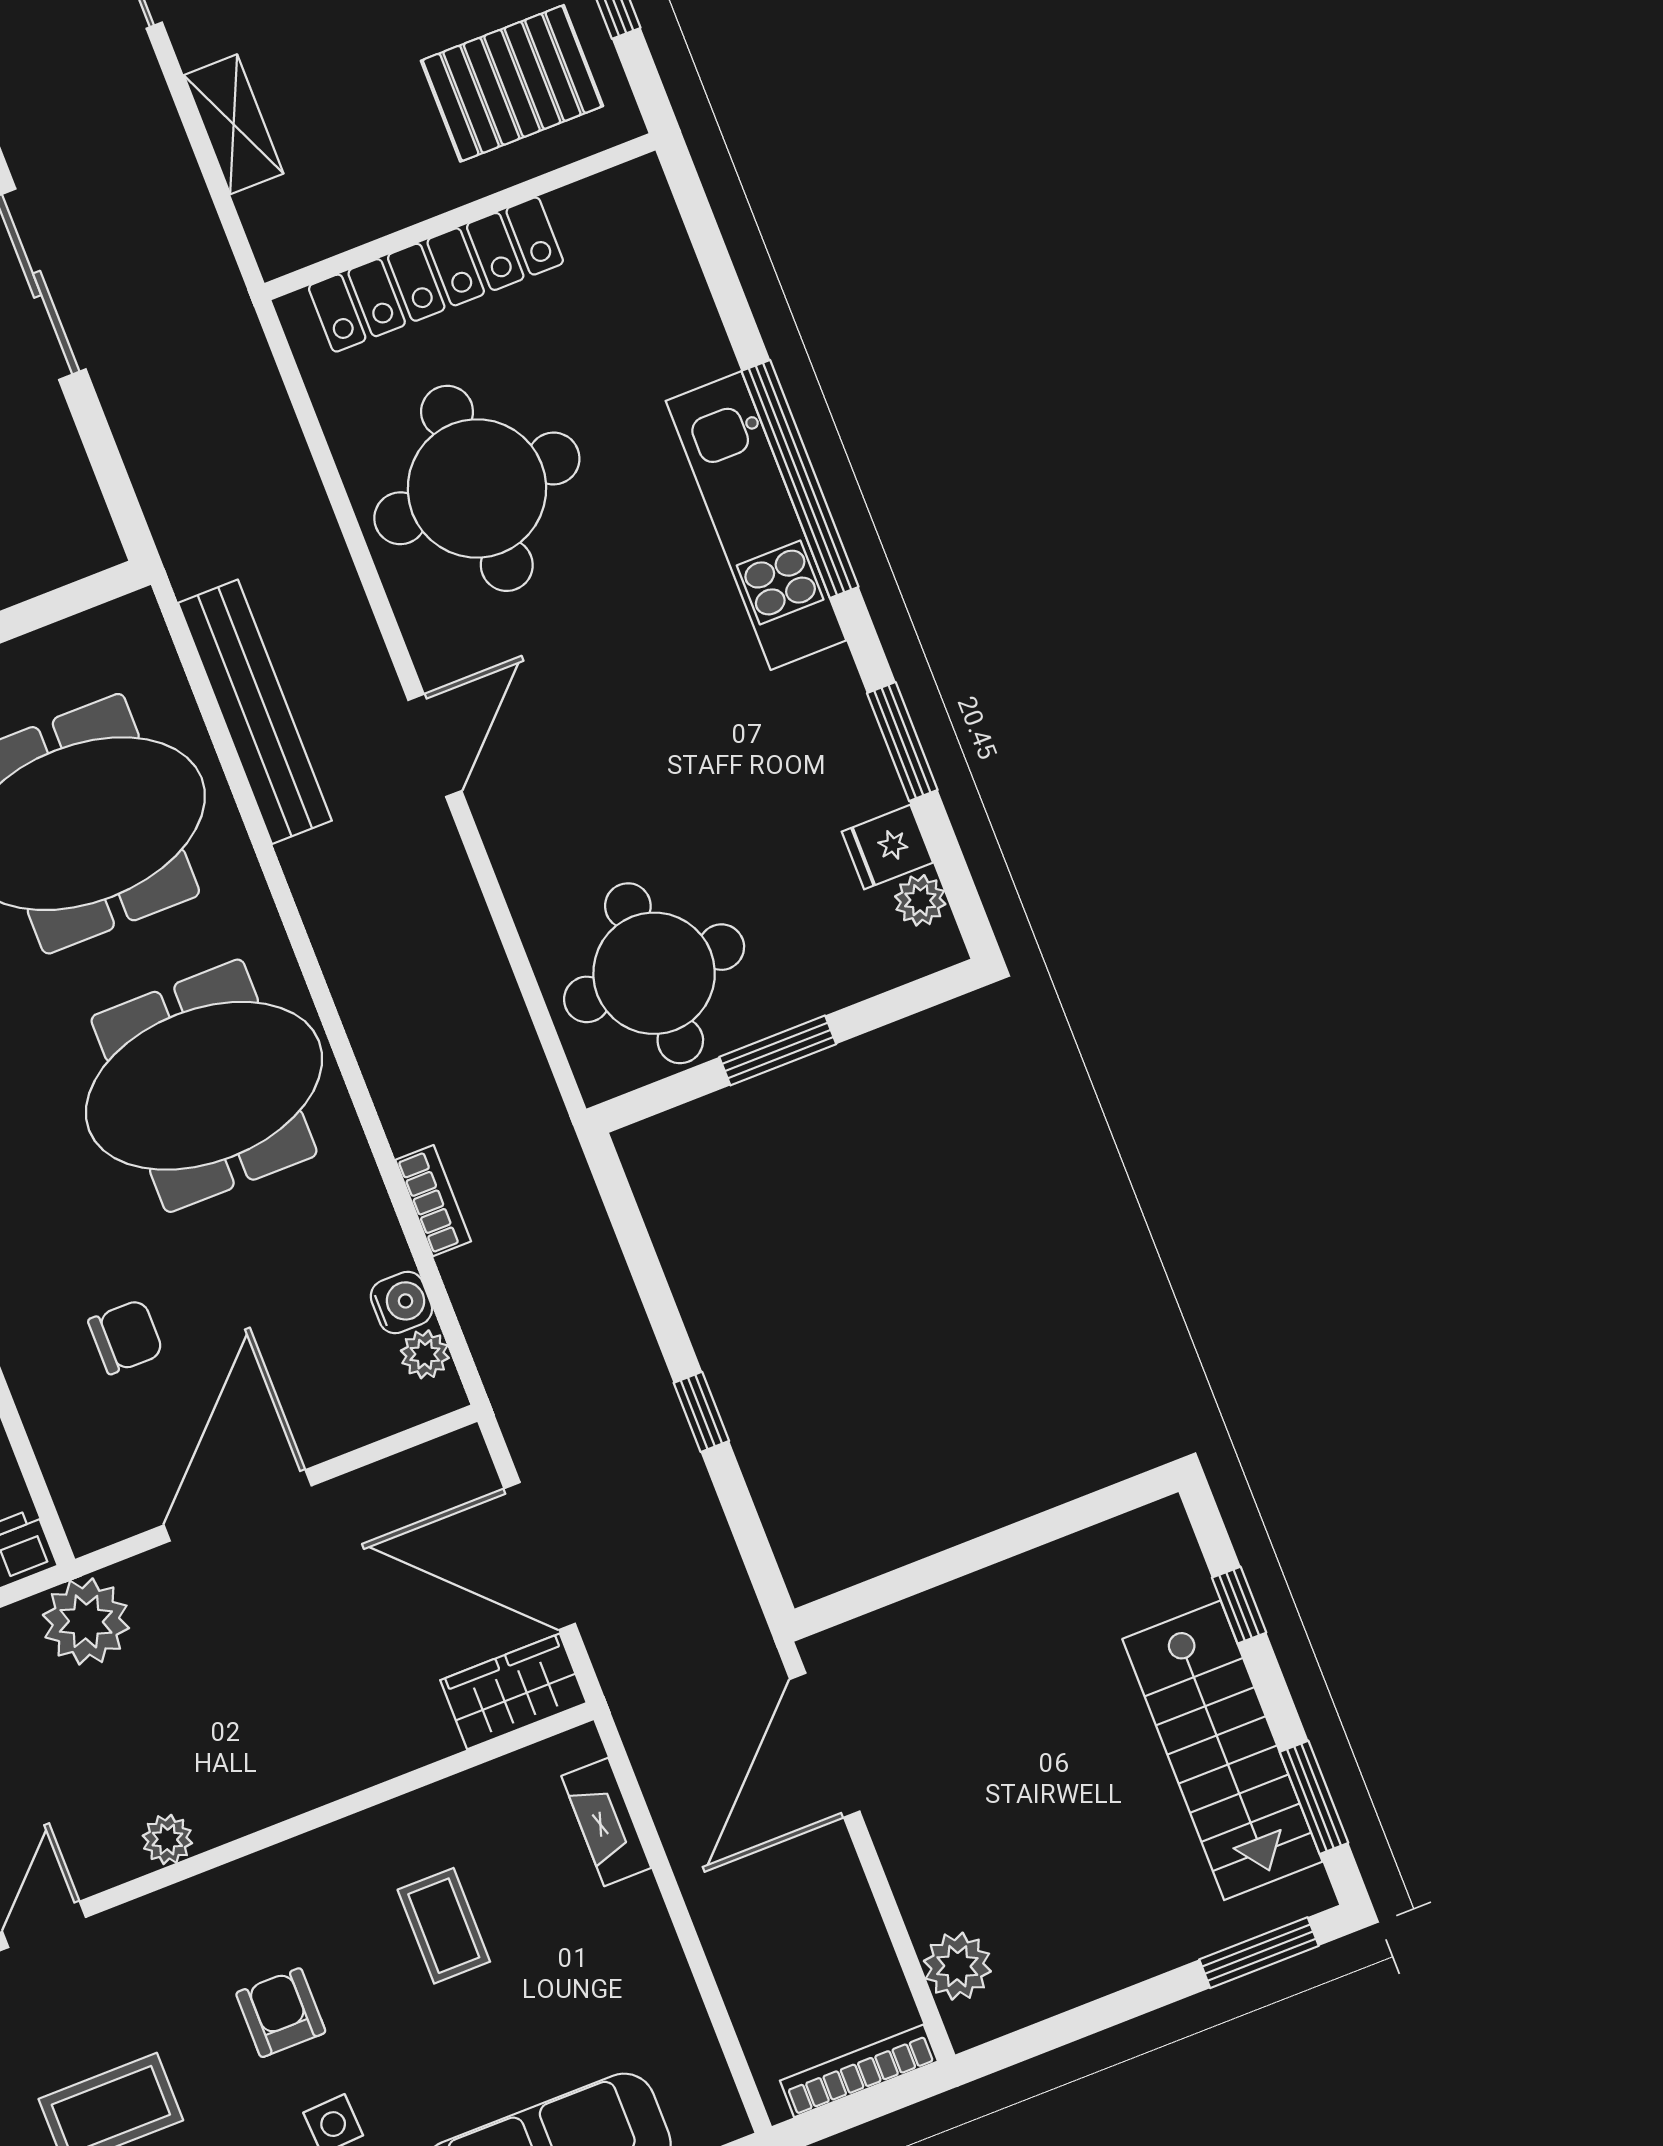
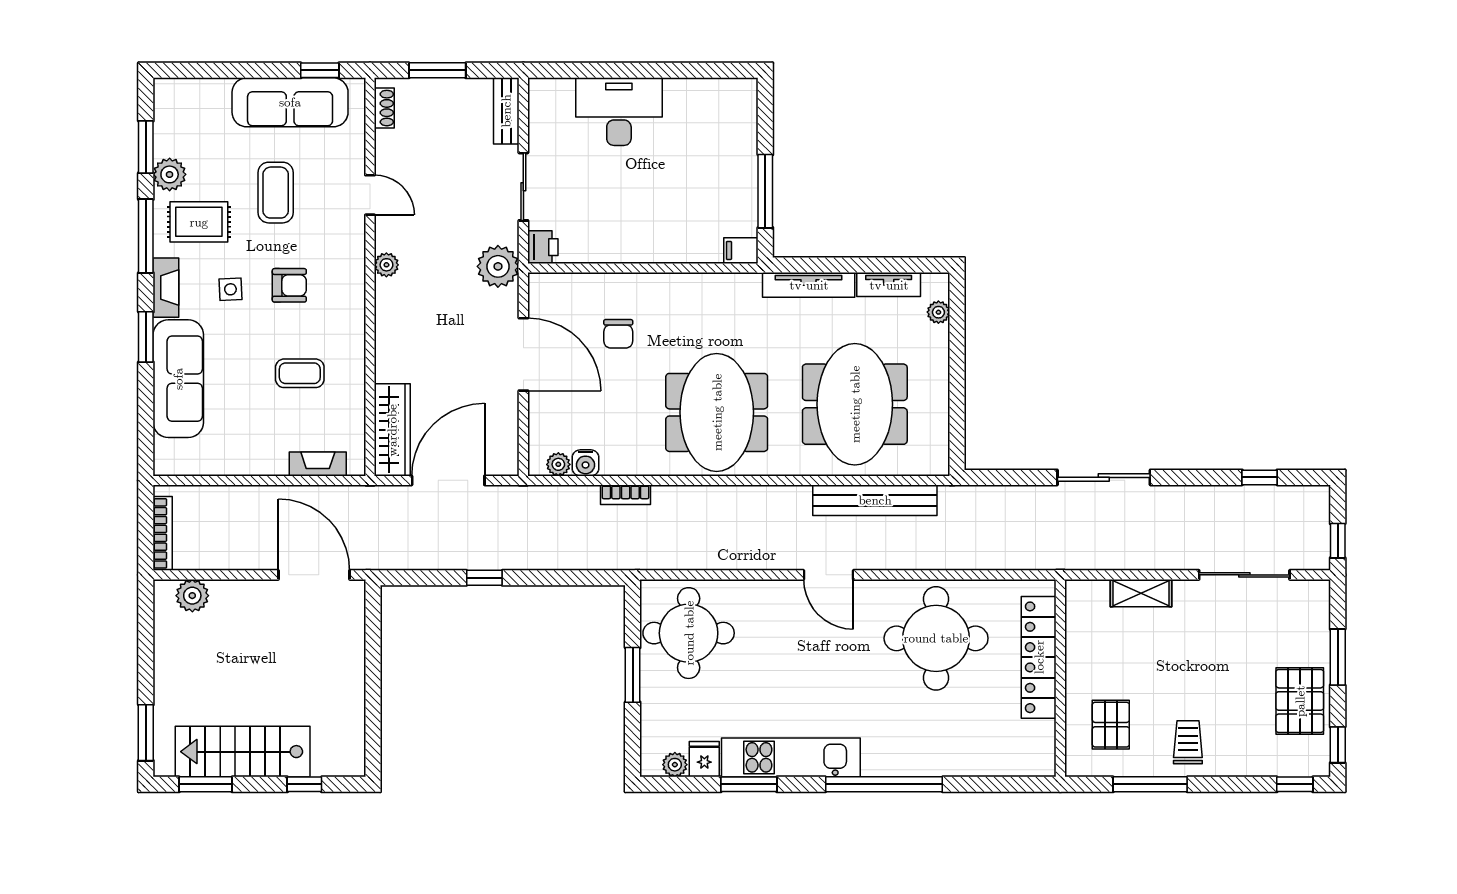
pallet: (512, 83) -> (1111, 725), width x0.67, depth x0.71
kitchen unit: (756, 521) -> (791, 757), moved
wardrobe: (513, 1691) -> (392, 430), width x1.50

